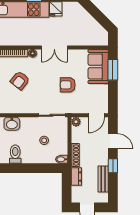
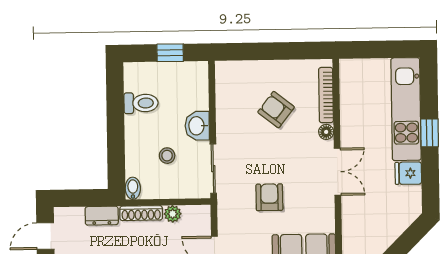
double door: (54, 47) -> (338, 172), swing flipped
plant: (76, 122) -> (173, 214), moved
washbasin: (12, 124) -> (197, 126), moved

